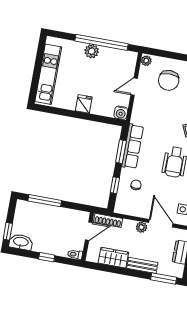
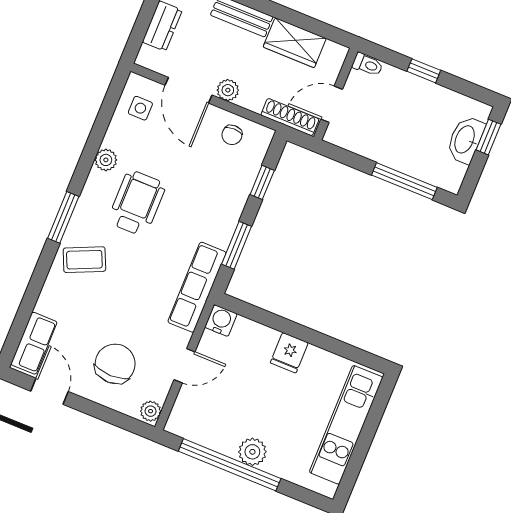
row of seats: (133, 146) -> (197, 287), moved
chair: (136, 185) -> (232, 135), moved
washbasin: (21, 242) -> (465, 140), moved, turned 90

